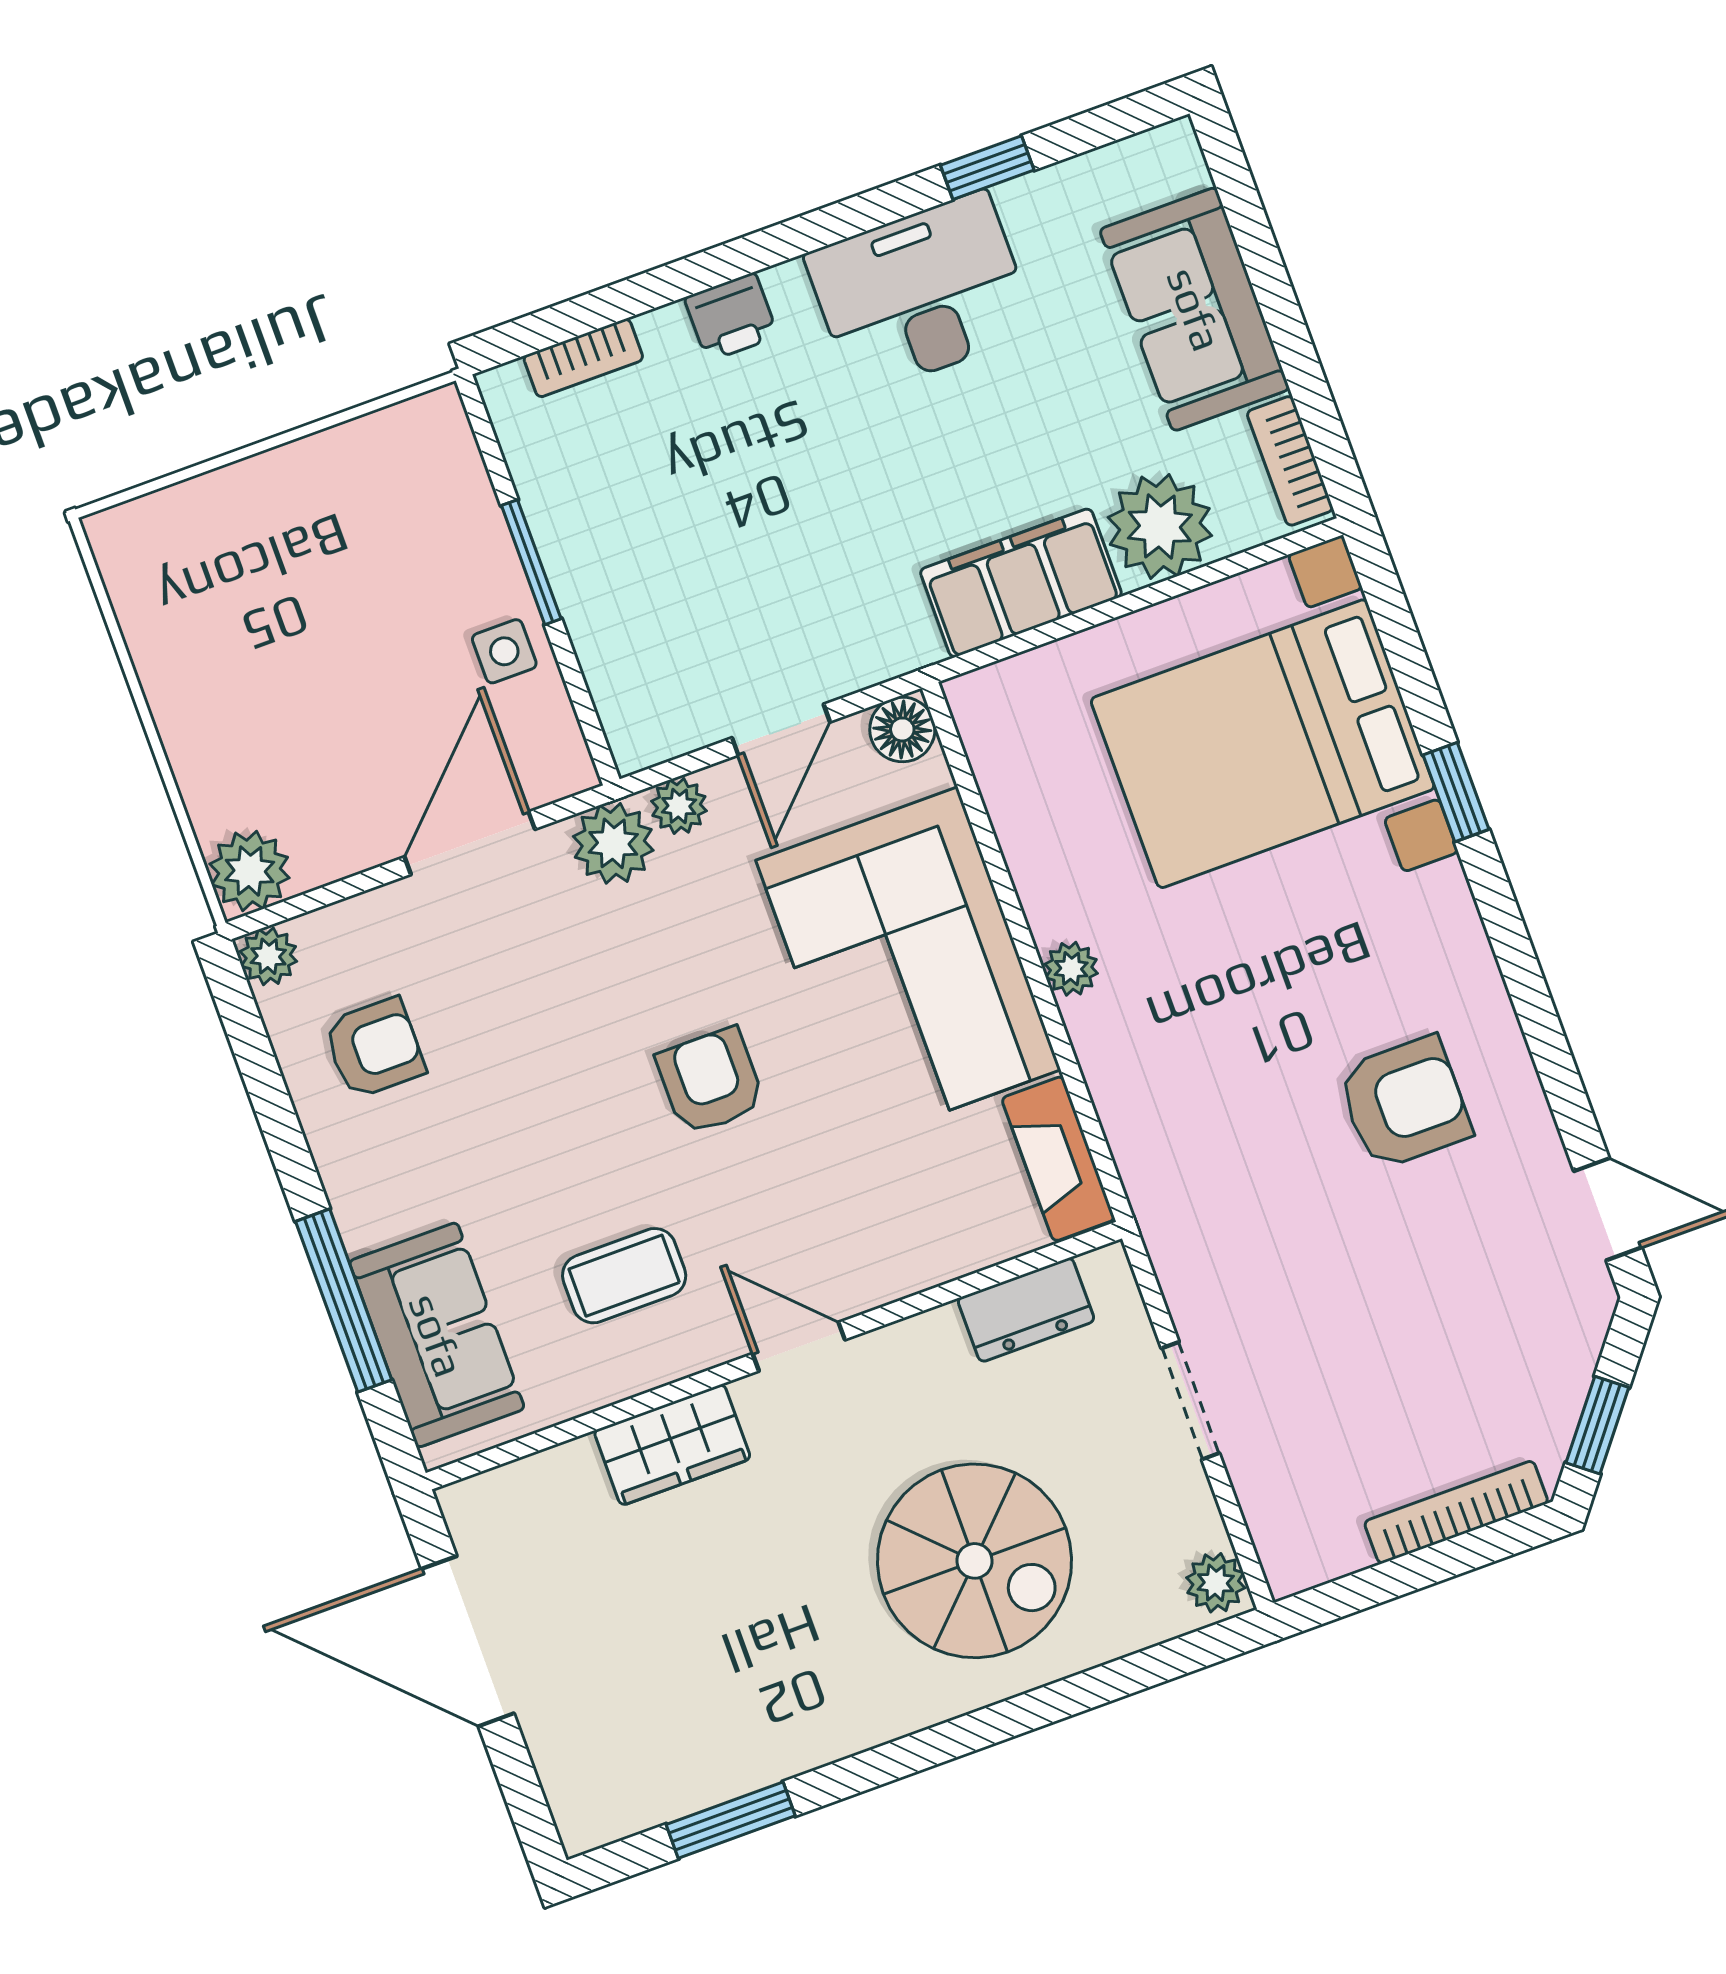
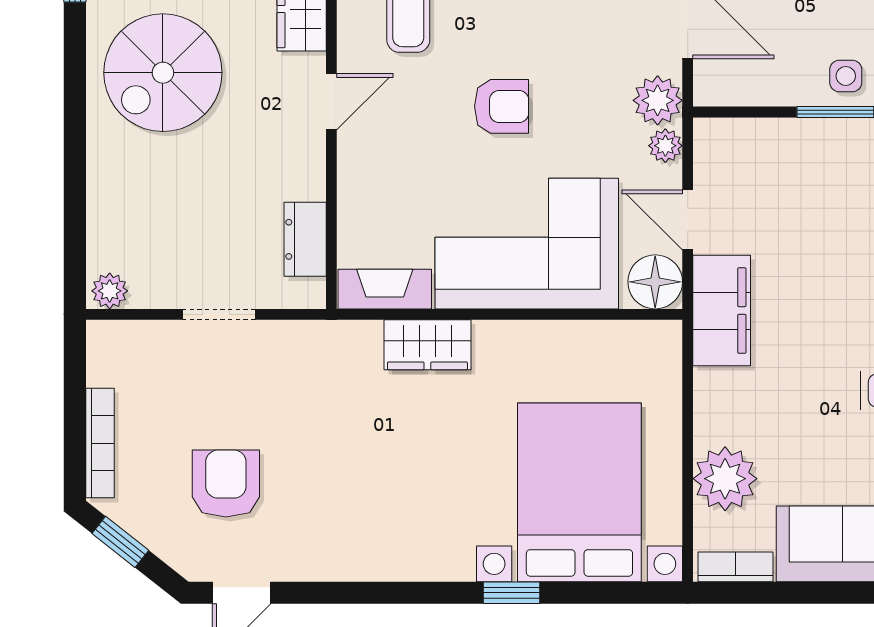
filing cabinet: (1021, 583) -> (722, 311), moved
side table: (504, 651) -> (846, 76), moved
floor lamp: (902, 729) -> (655, 282), width x1.38, depth x1.38
plant: (1071, 969) -> (491, 336), removed
wardrobe: (1120, 1062) -> (427, 345), added
armchair: (1404, 1103) -> (226, 483), moved, turned 180
spiral stairs: (975, 1561) -> (163, 73), moved

